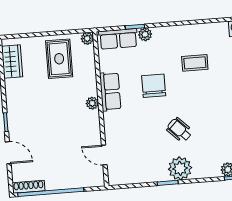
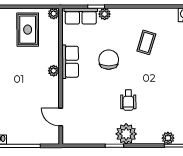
coffee table: (195, 63) -> (146, 42), turned -73
wheelchair: (179, 130) -> (128, 100), turned -135

